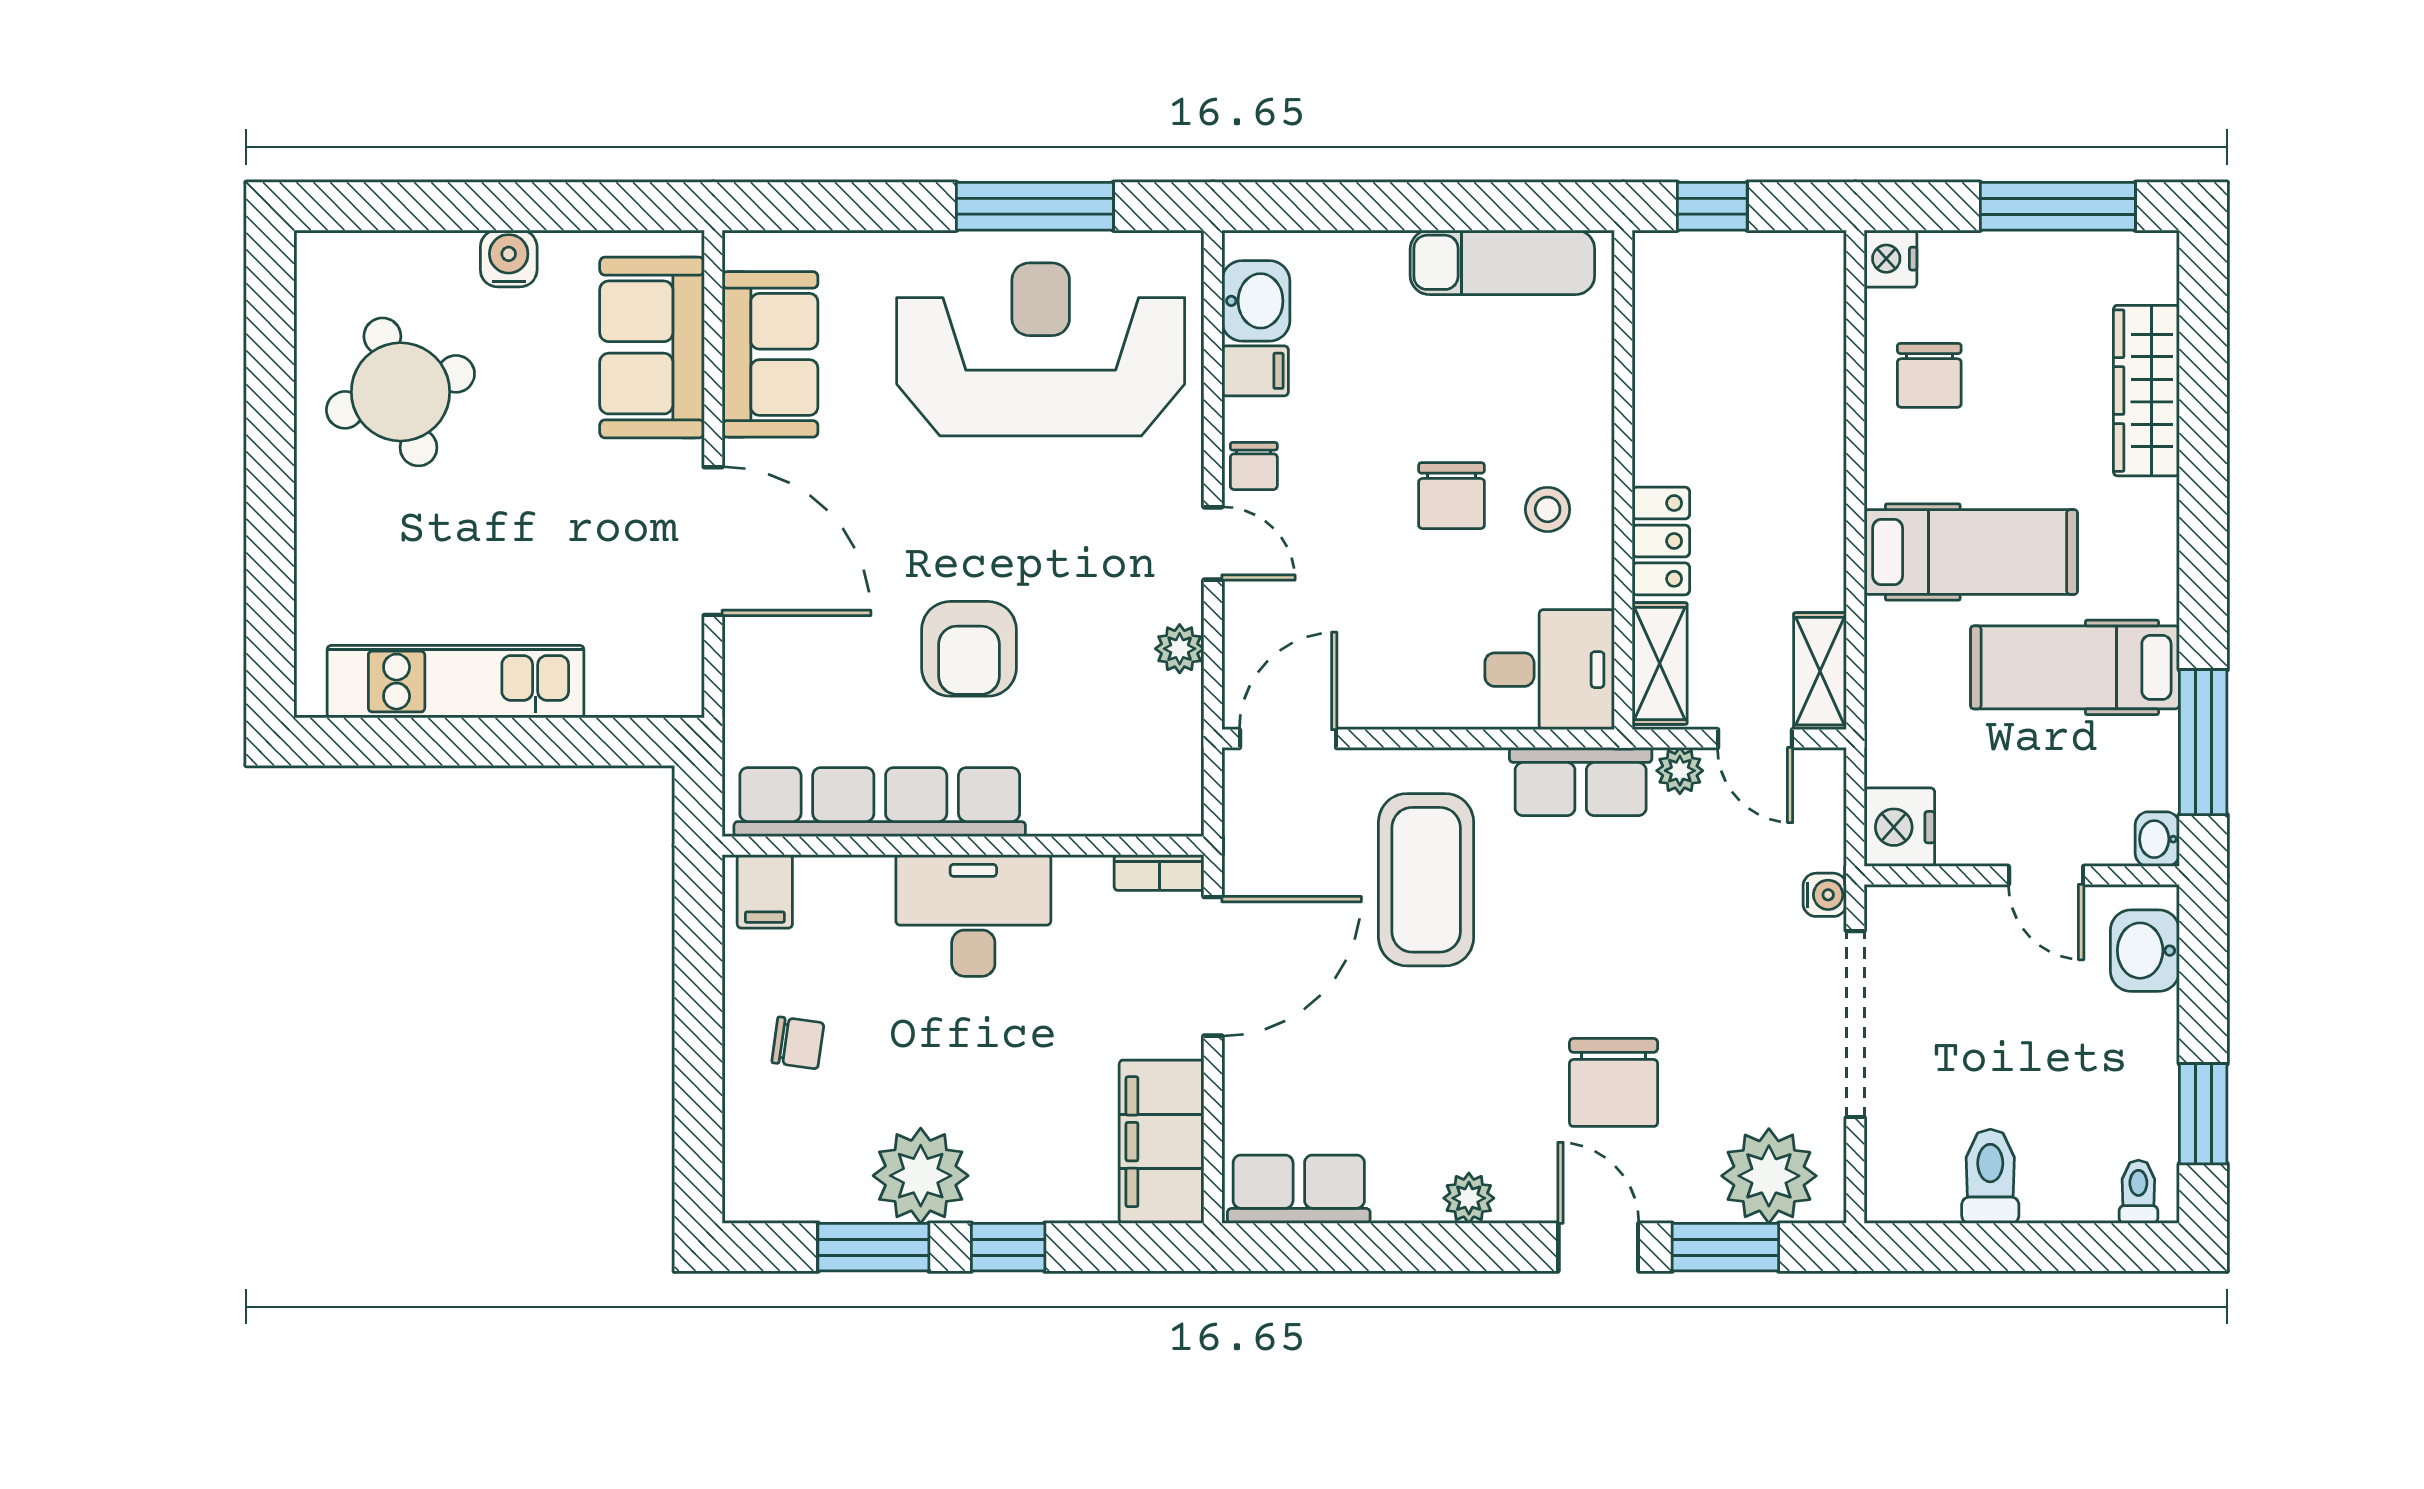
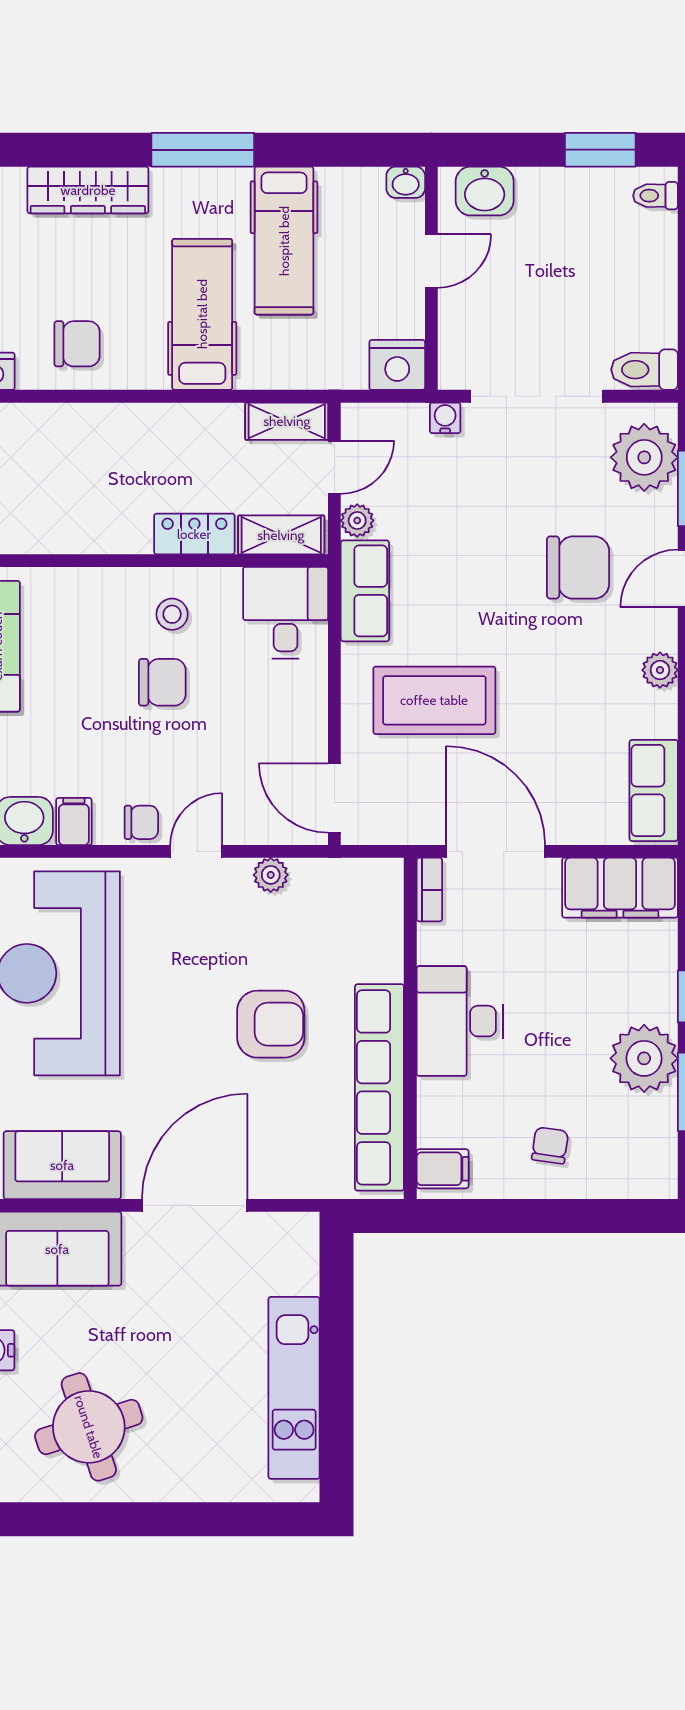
window: (2203, 742) -> (203, 150), moved
toilet: (1990, 1176) -> (645, 370), moved

